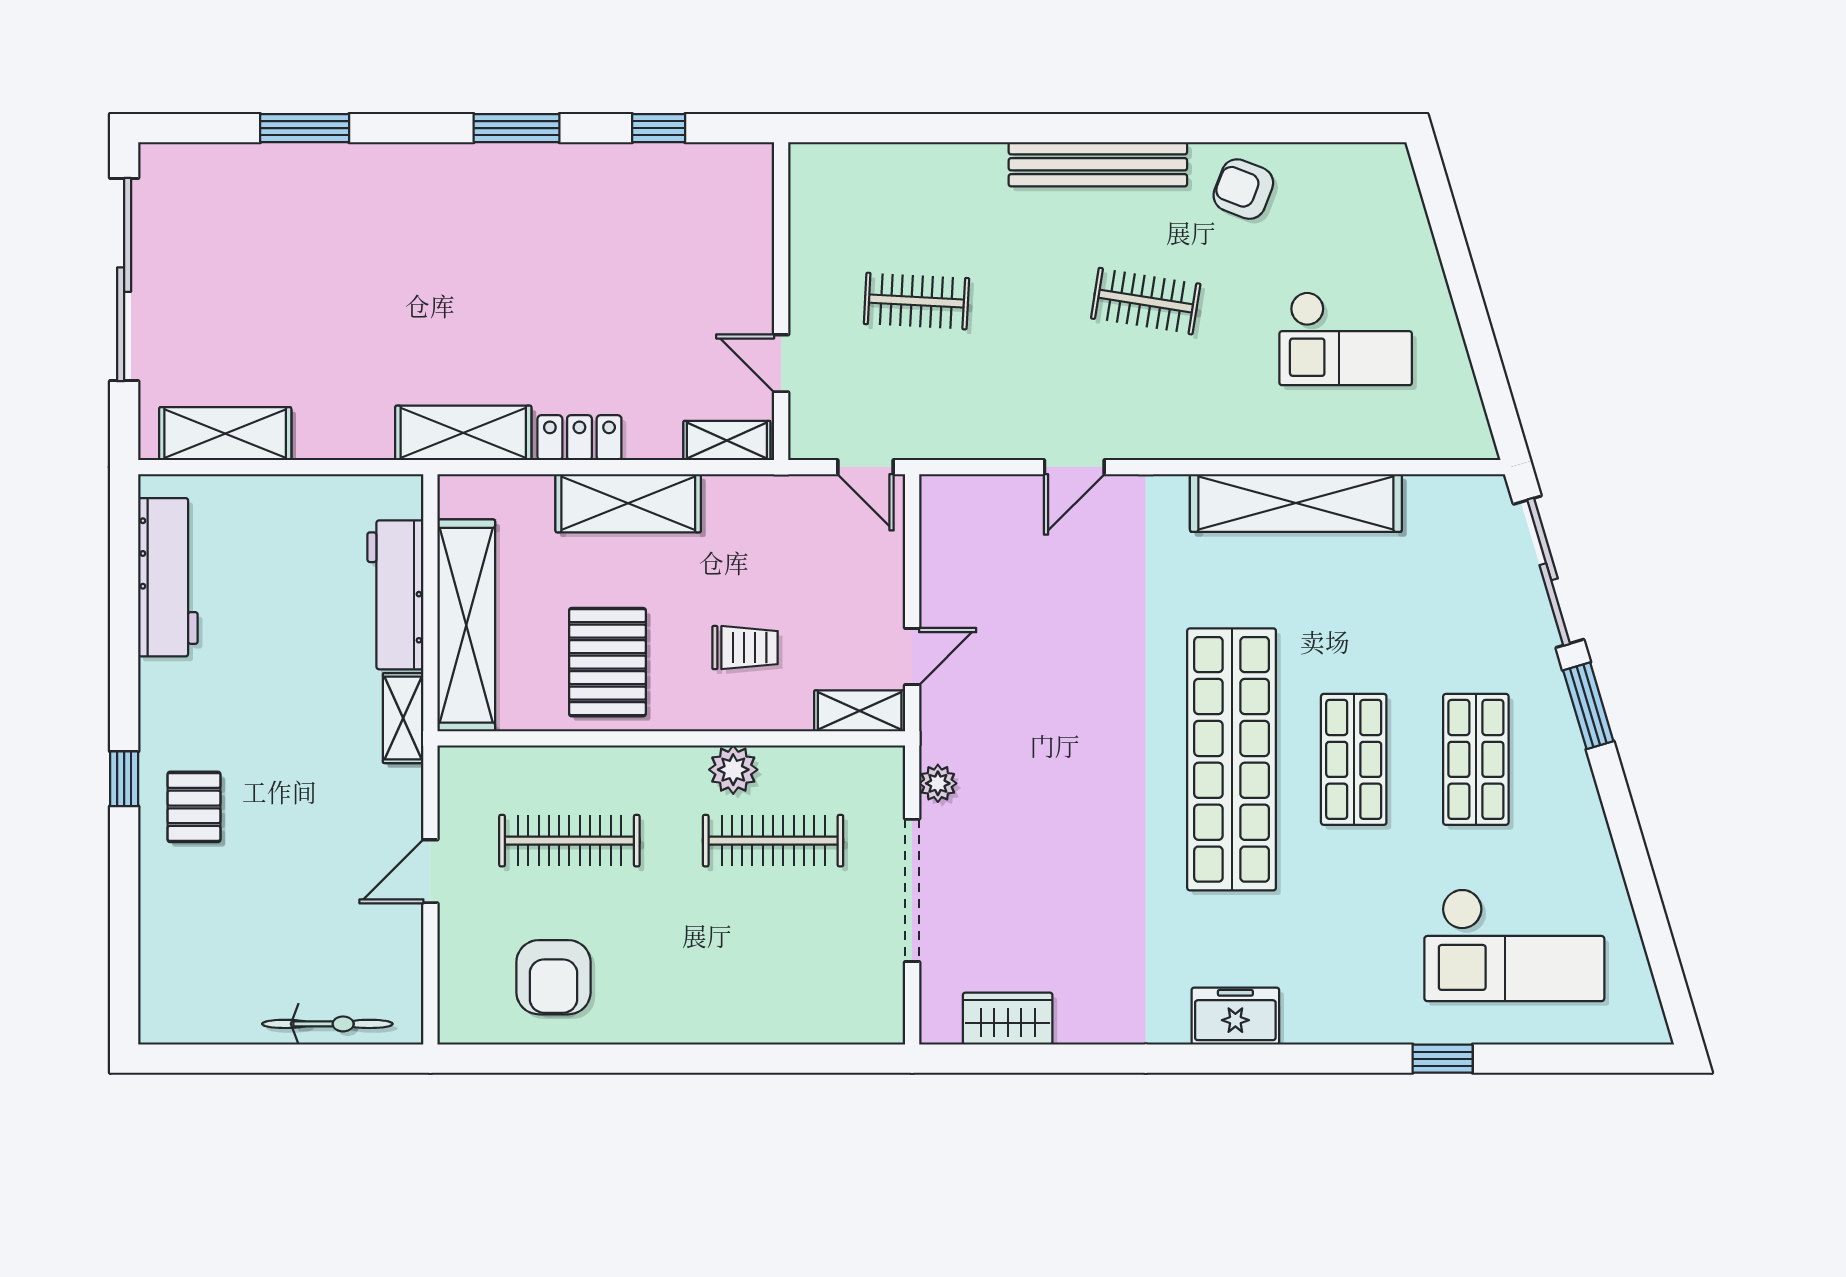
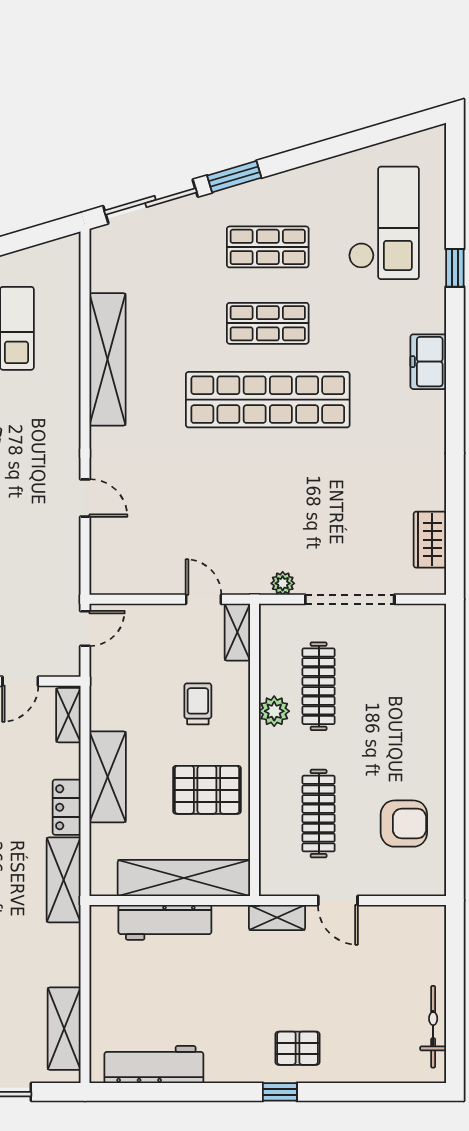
shelving: (403, 718) -> (277, 917), moved
freezer: (1235, 1016) -> (428, 362), moved
bicycle: (327, 1024) -> (433, 1027), moved

